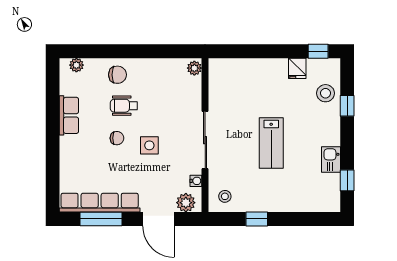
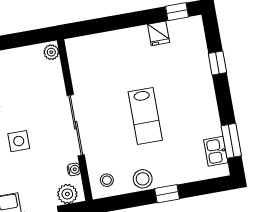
stool: (325, 93) -> (143, 179), moved
kitchen sink: (331, 160) -> (216, 151), moved
window: (347, 180) -> (231, 141), width x1.50
window: (257, 219) -> (167, 194), moved

